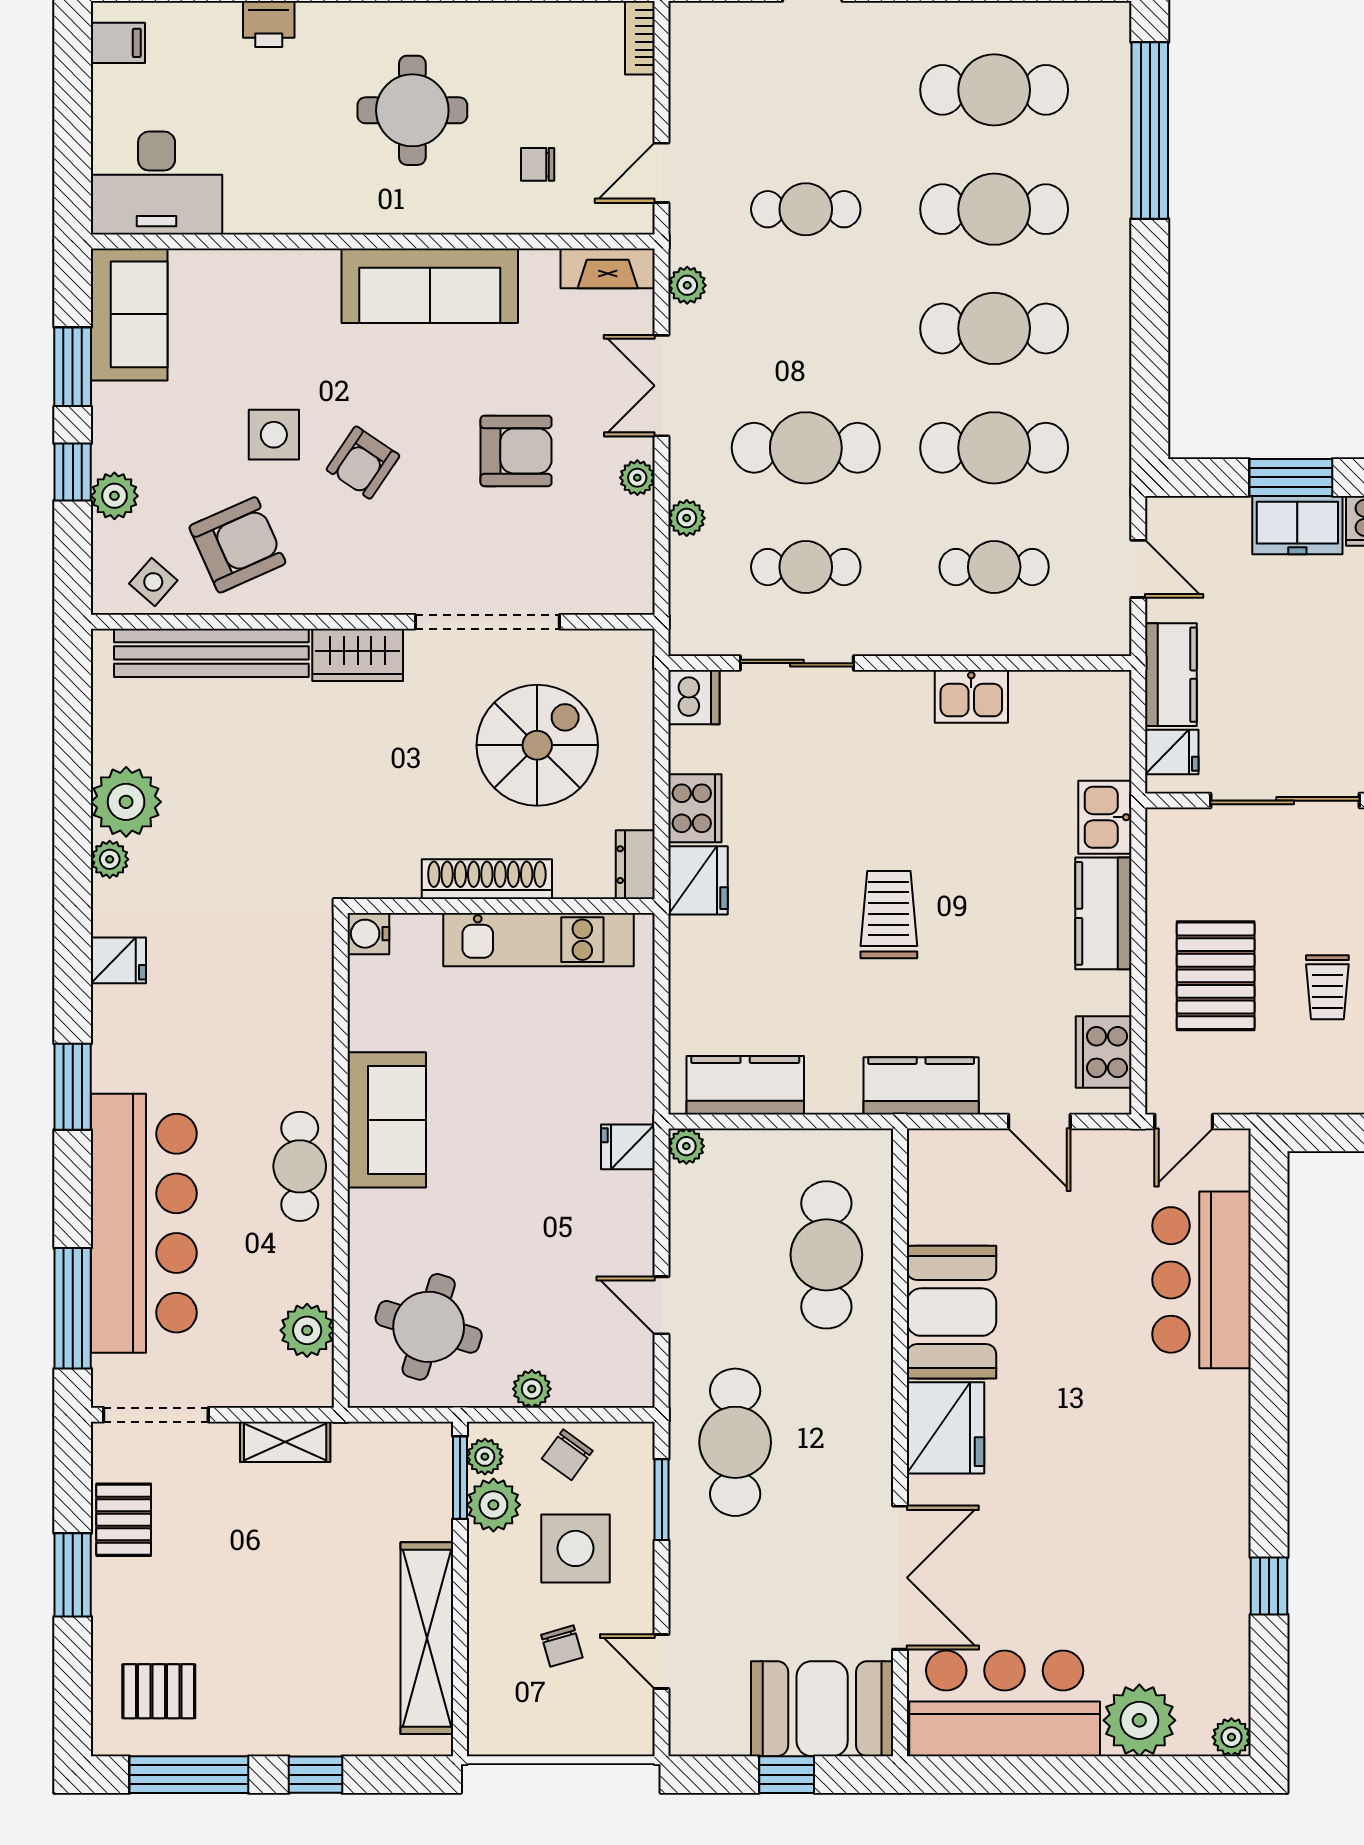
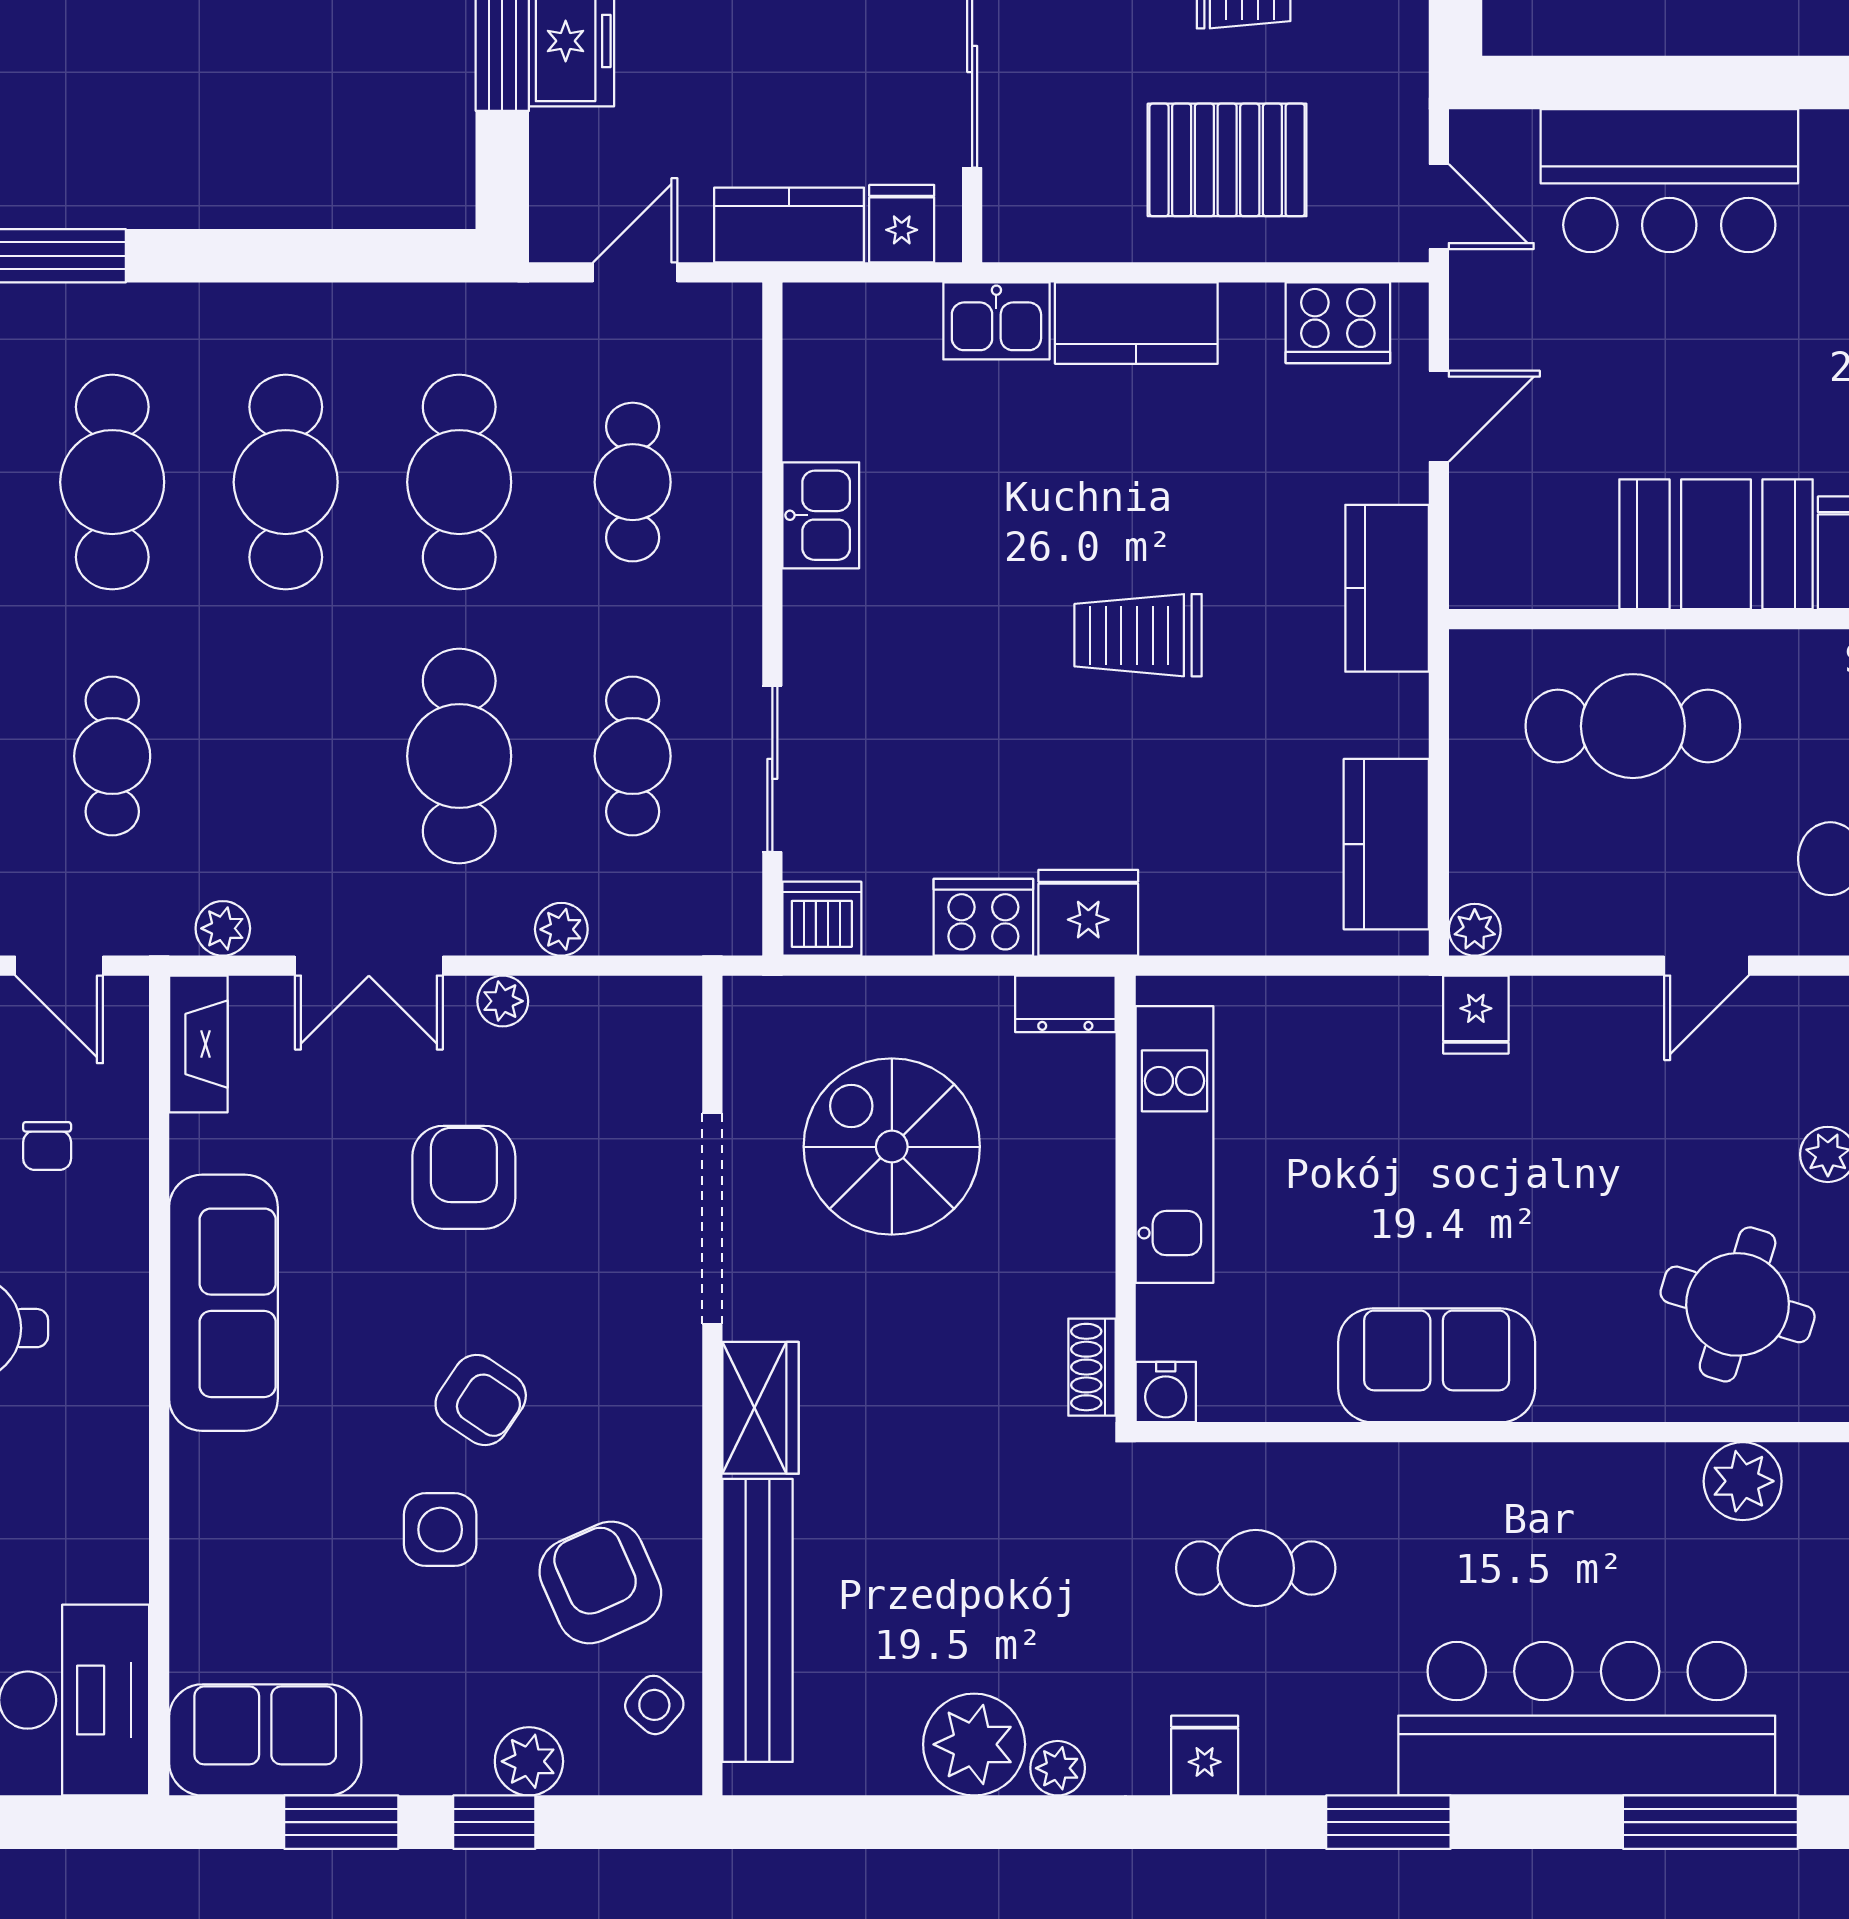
shoe rack: (487, 879) -> (1092, 1367), moved, width x0.51, depth x0.81
cafe table: (300, 1166) -> (1256, 1568), moved

